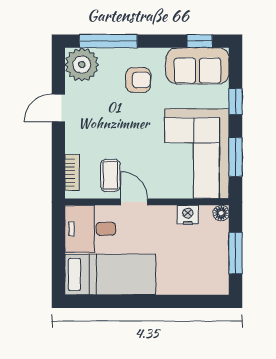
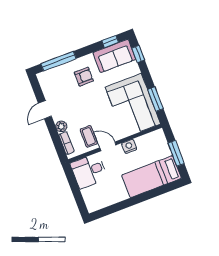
plant: (82, 65) -> (61, 126), moved, width x0.53, depth x0.53
window: (236, 101) -> (138, 54), moved
floor lamp: (221, 213) -> (159, 134), removed
nightstand: (188, 215) -> (129, 146), moved
bed: (110, 274) -> (151, 177), moved, turned 180

